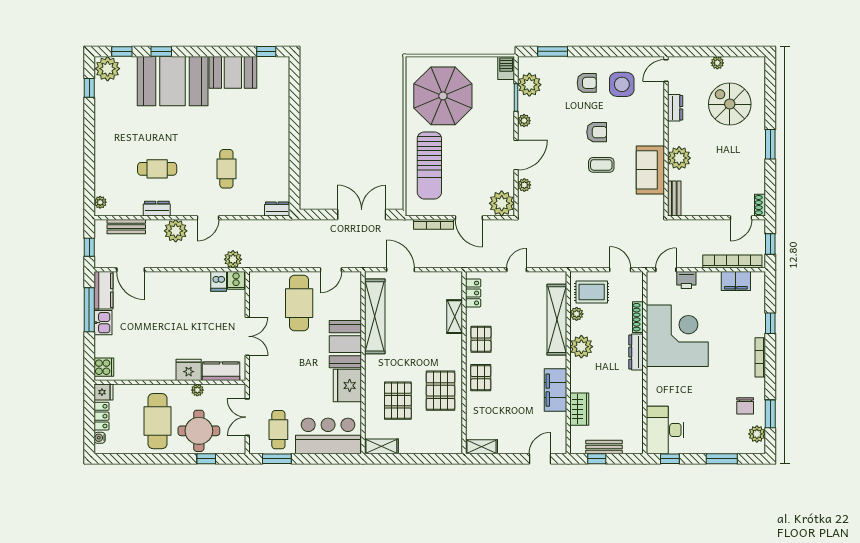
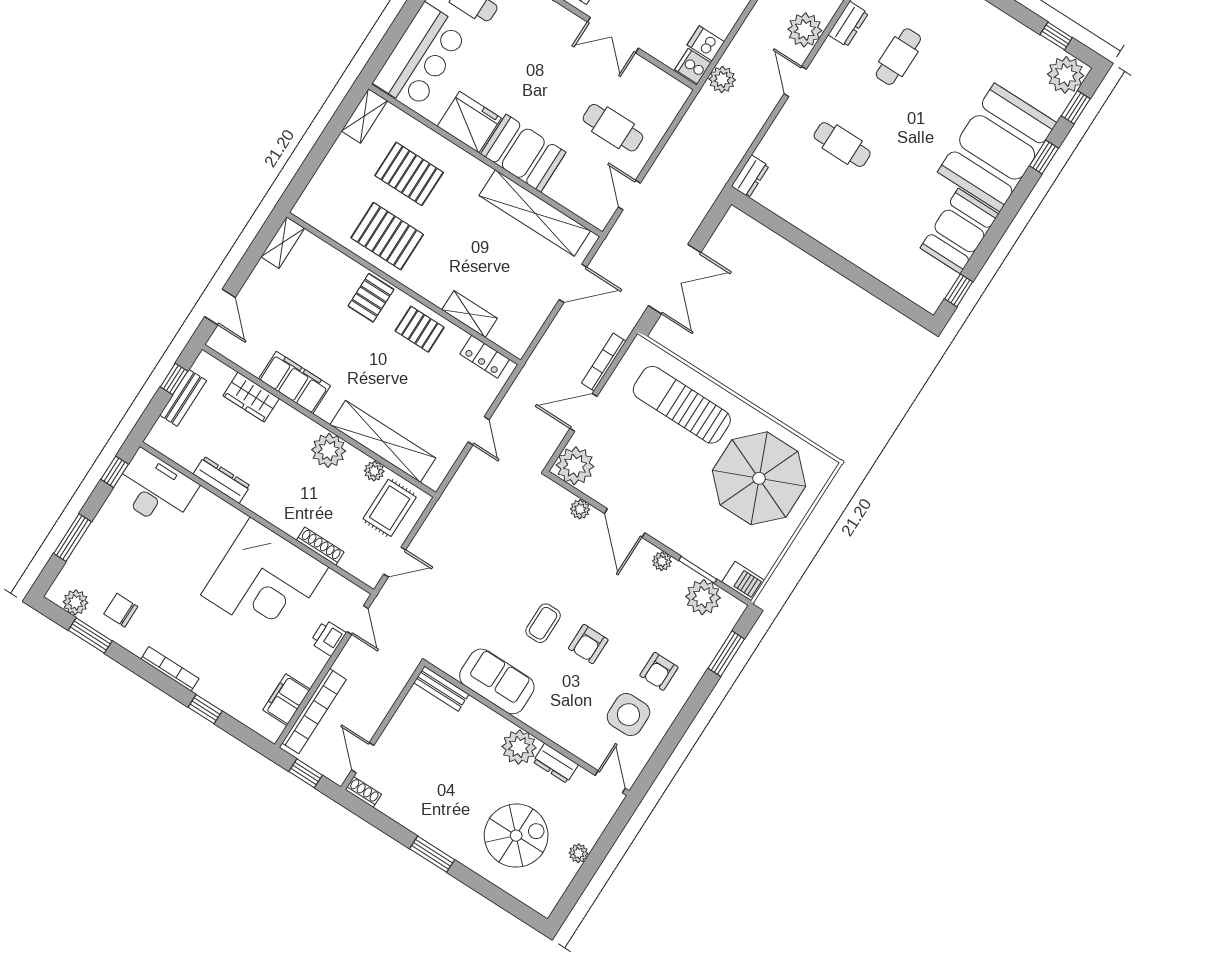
plant: (679, 158) -> (519, 747), moved
cafe table: (299, 303) -> (613, 128), width x0.73, depth x0.74
dresser: (636, 352) -> (222, 480), moved
pallet: (481, 378) -> (371, 298), turned 90

